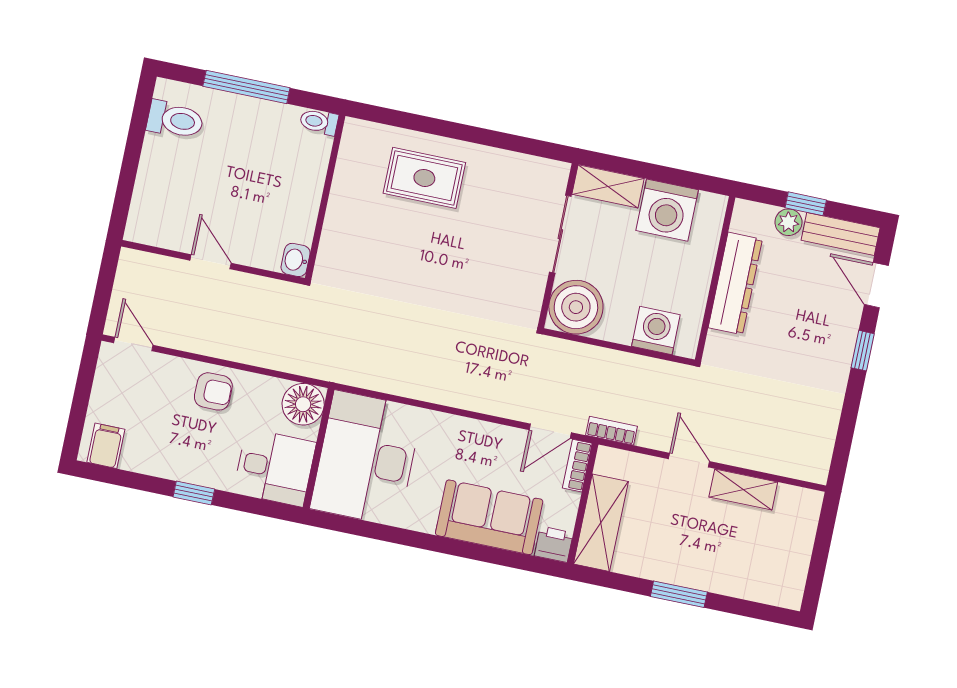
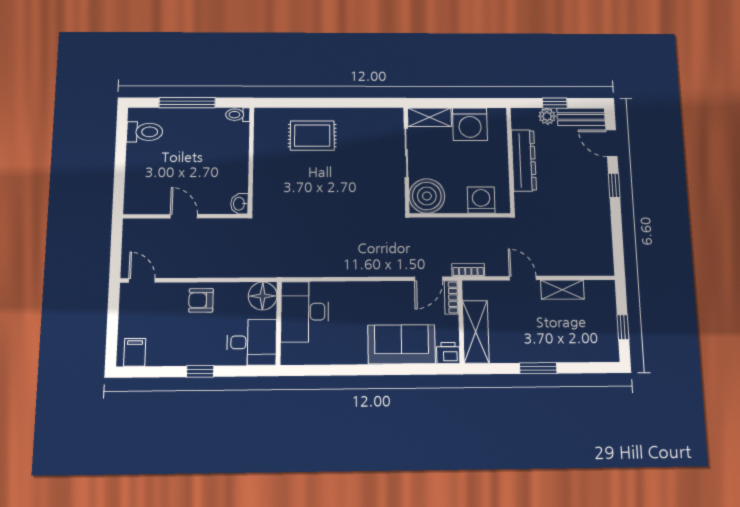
armchair: (213, 391) -> (201, 300), turned 180
desk: (366, 458) -> (305, 312), width x0.73, depth x0.77
window: (818, 563) -> (623, 327), added

